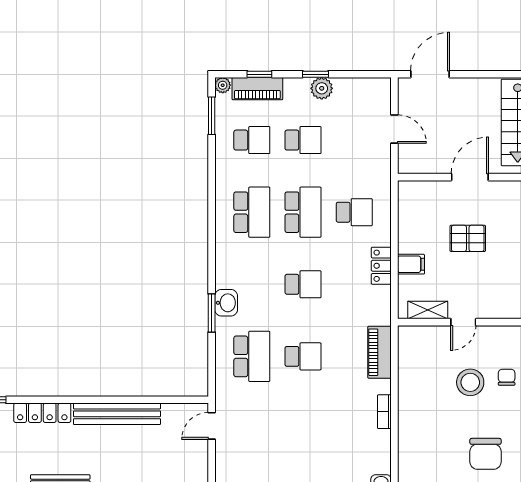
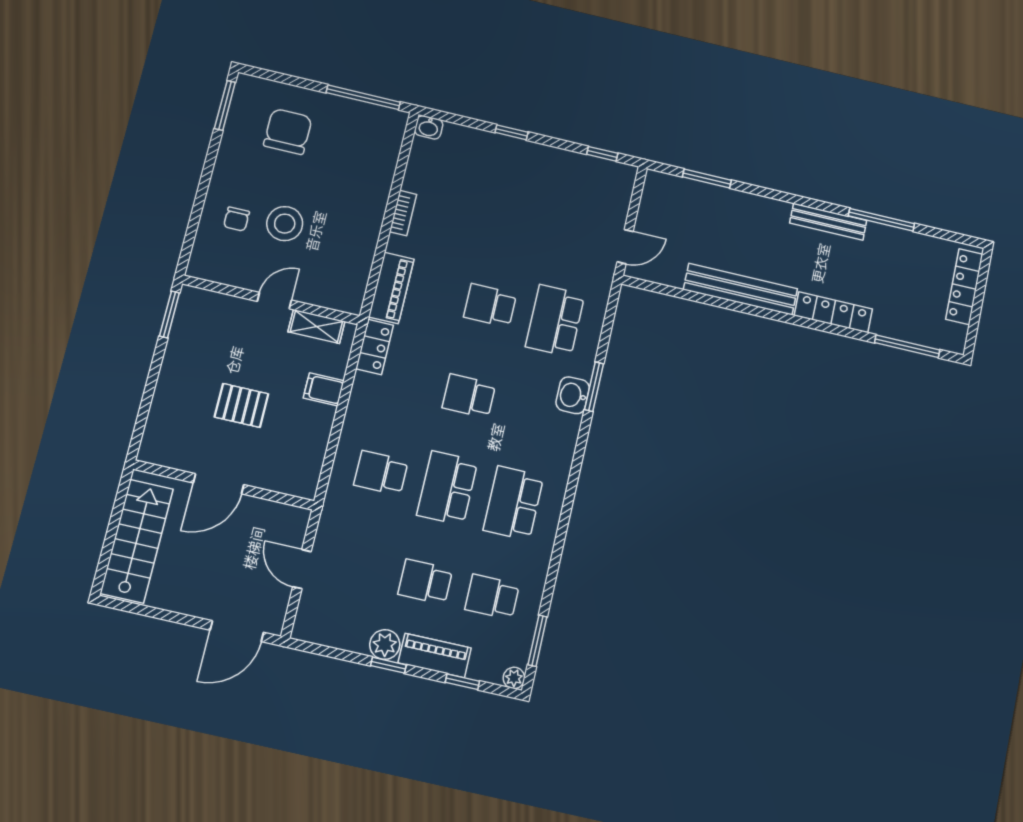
piano: (257, 89) -> (435, 655), moved
locker: (381, 266) -> (375, 347), moved

